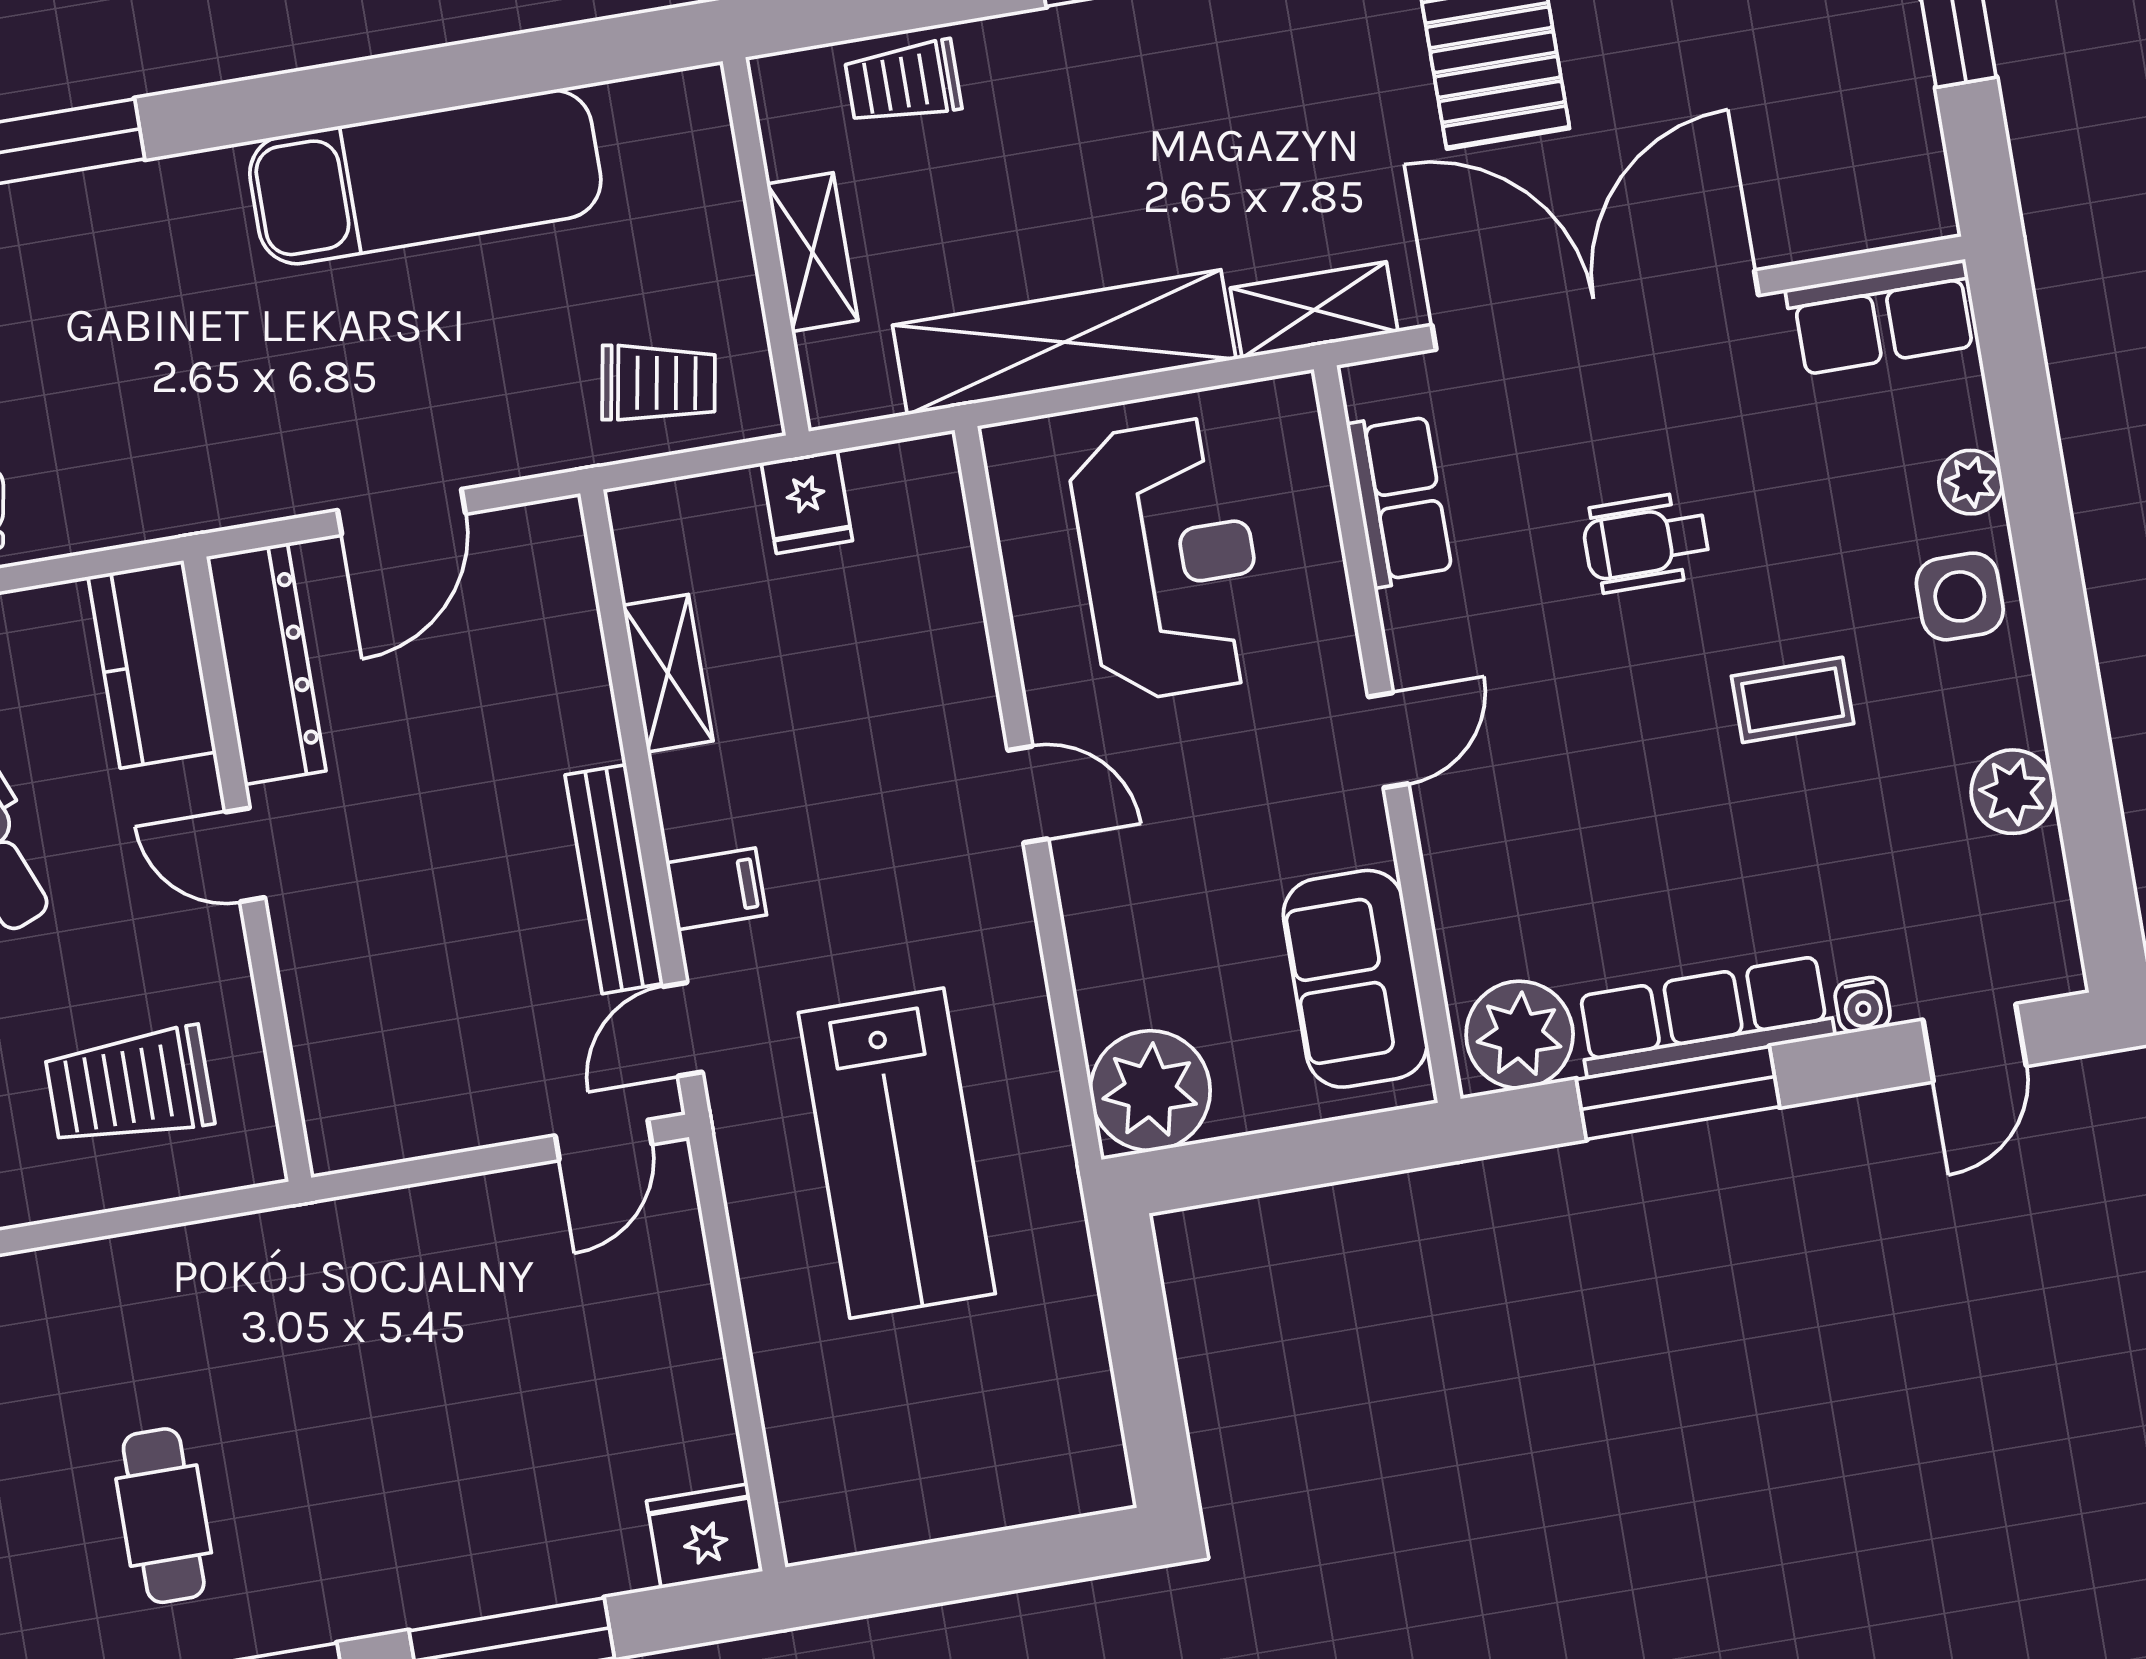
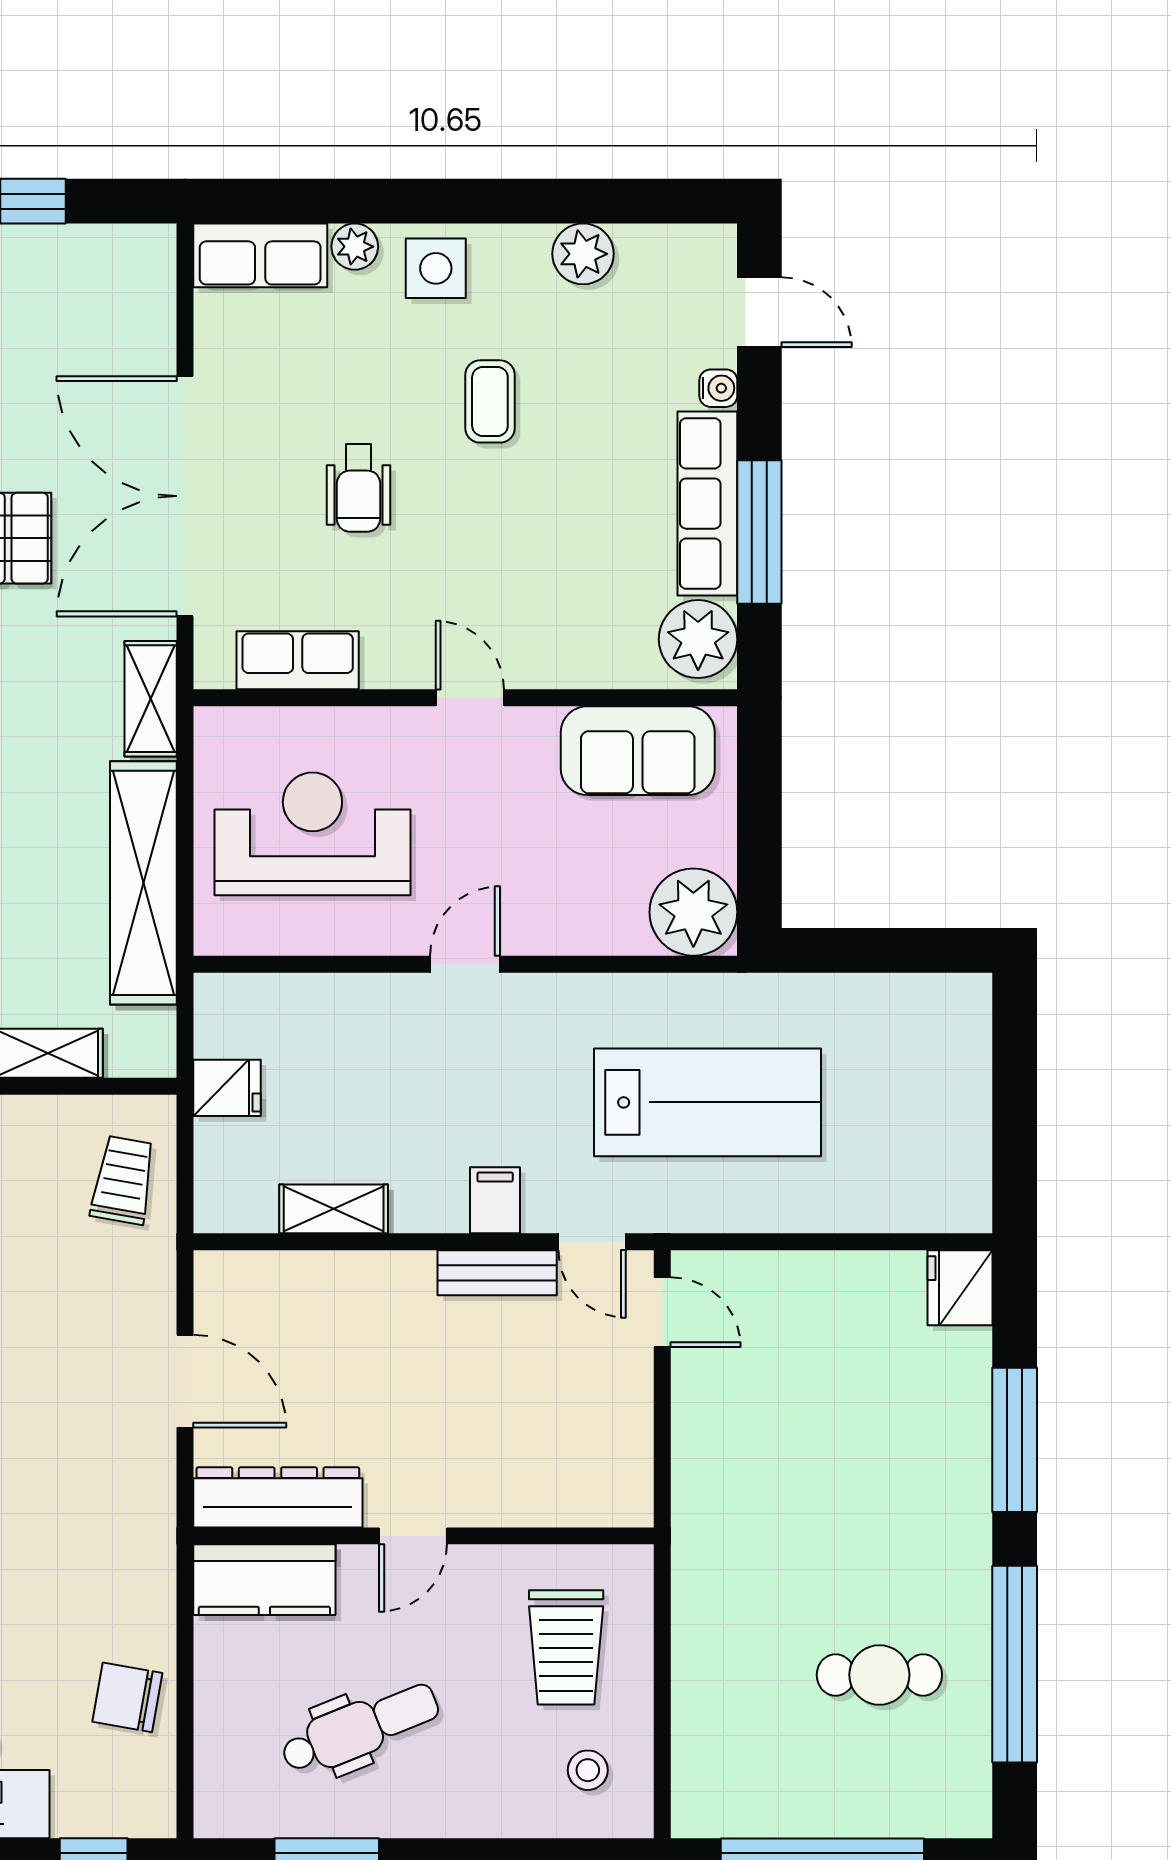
row of seats: (1882, 317) -> (260, 255), moved, turned 90
bench: (614, 879) -> (497, 1273), width x0.73

